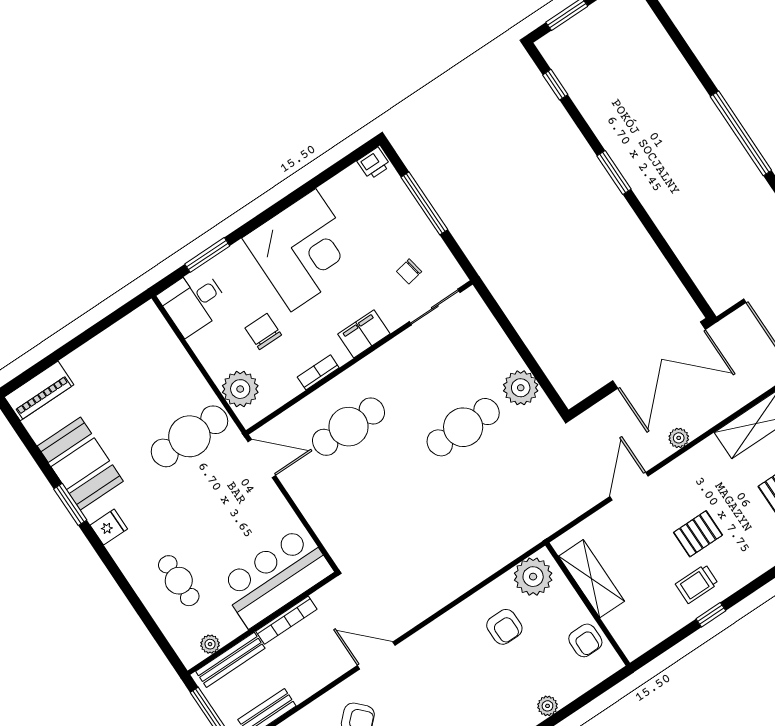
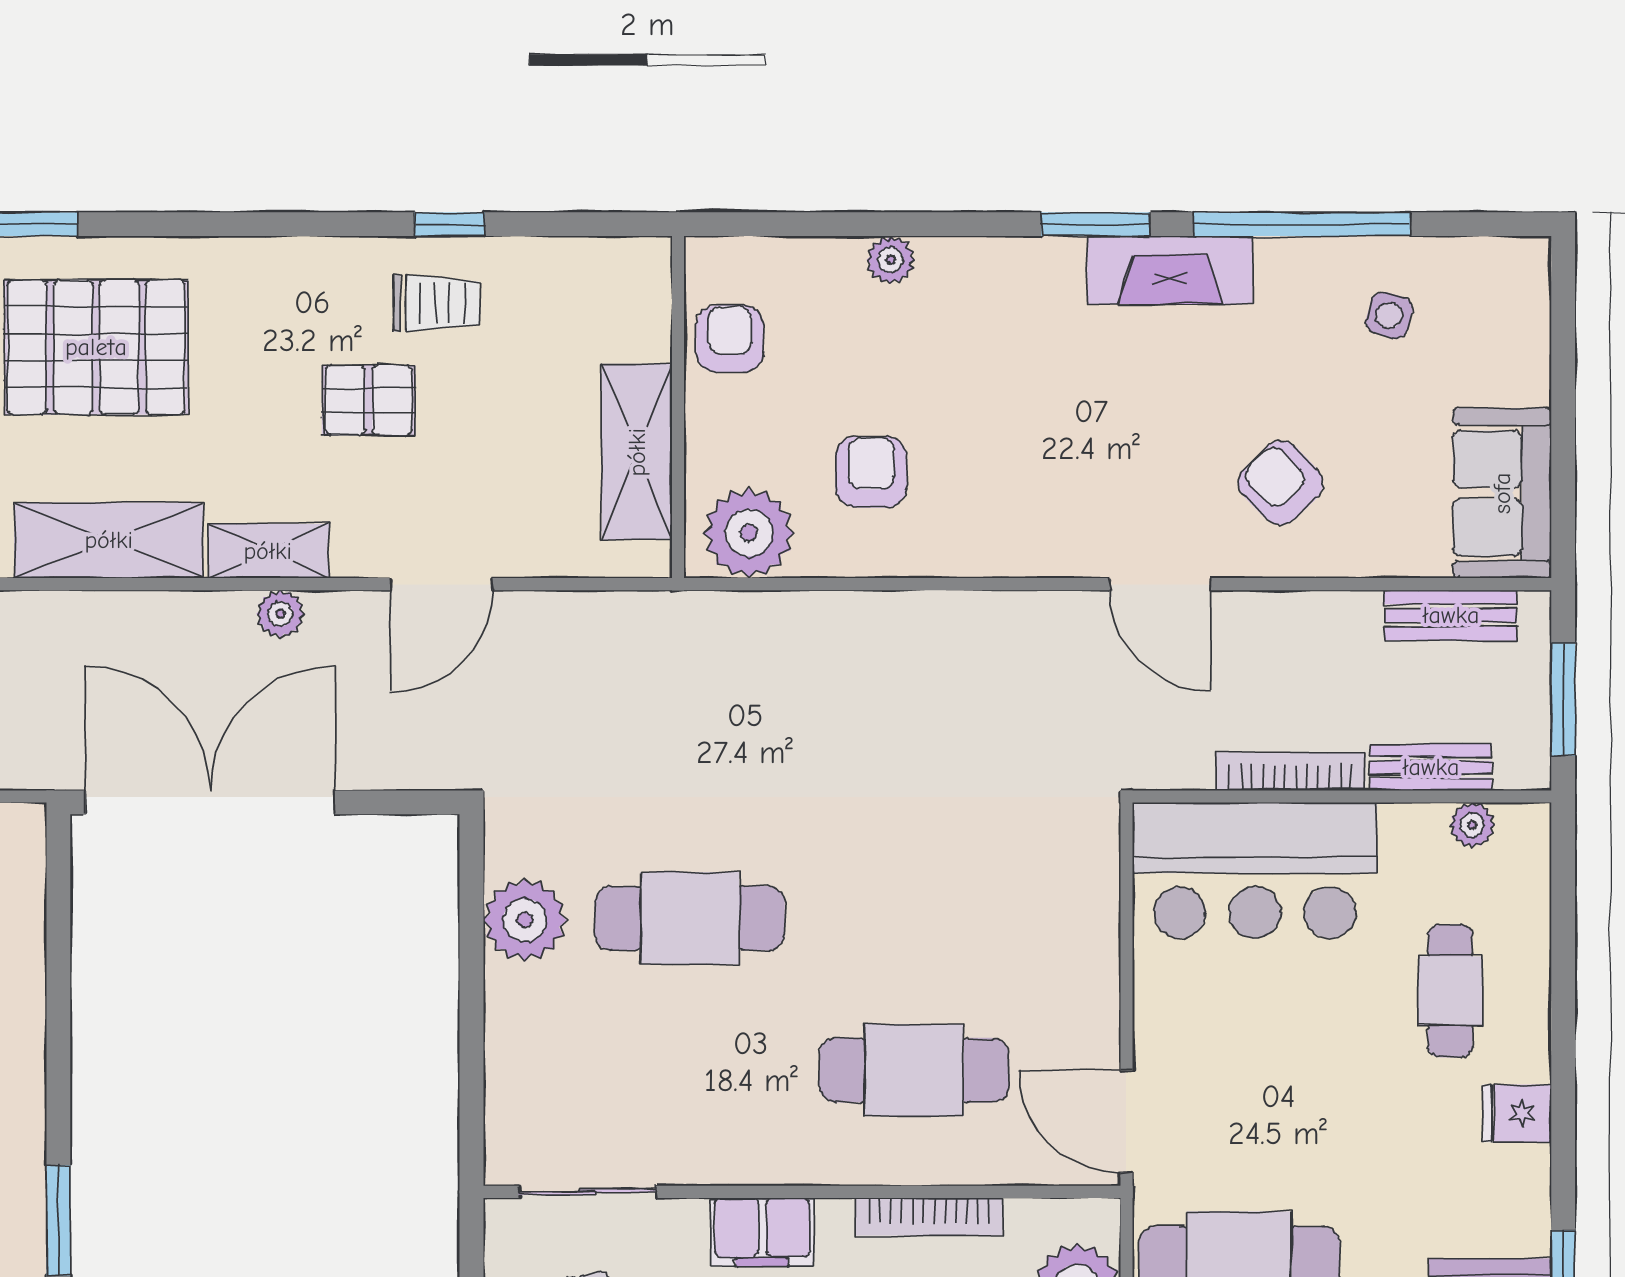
bookcase: (318, 372) -> (929, 1217), width x1.56
shelving: (698, 457) -> (268, 551), added
fridge: (109, 527) -> (1517, 1113), moved
bench: (230, 660) -> (1431, 767), width x0.73

